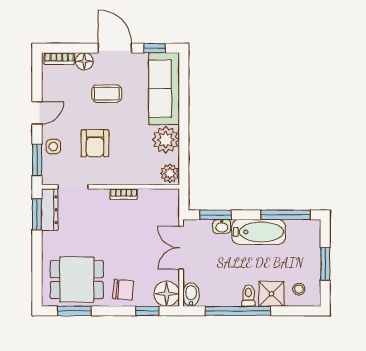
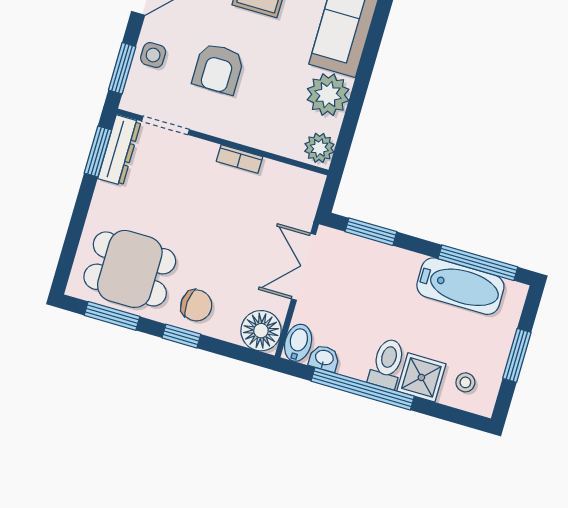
washbasin: (222, 226) -> (324, 358), moved, turned 180
bathtub: (259, 232) -> (460, 286), moved
toilet: (248, 296) -> (387, 363), width x1.37, depth x1.39
window: (147, 311) -> (181, 336), moved

